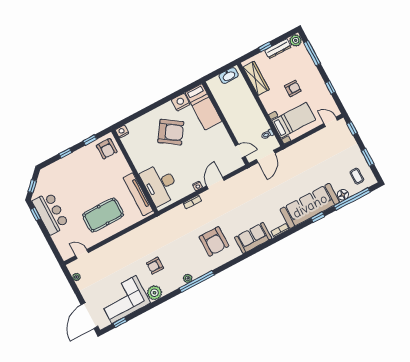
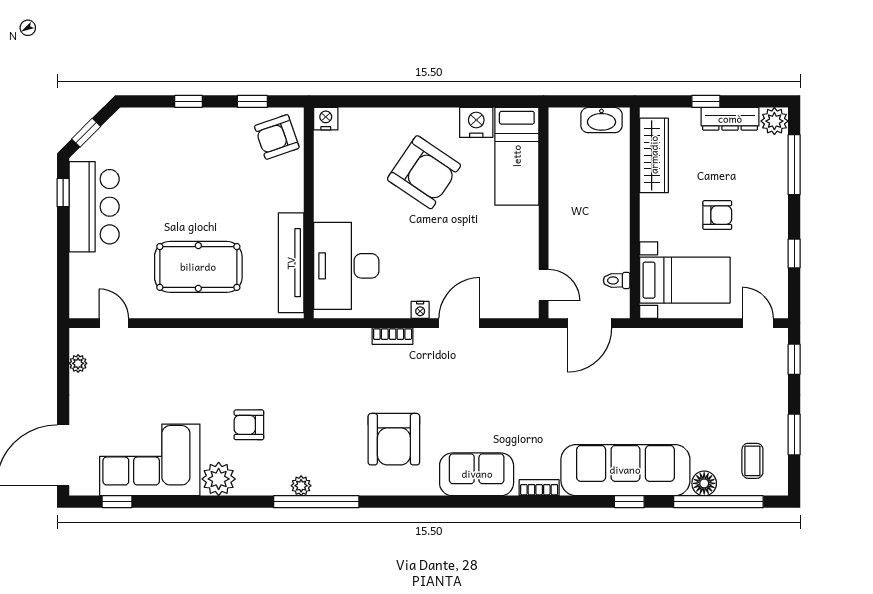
armchair: (107, 149) -> (277, 137), turned 71

